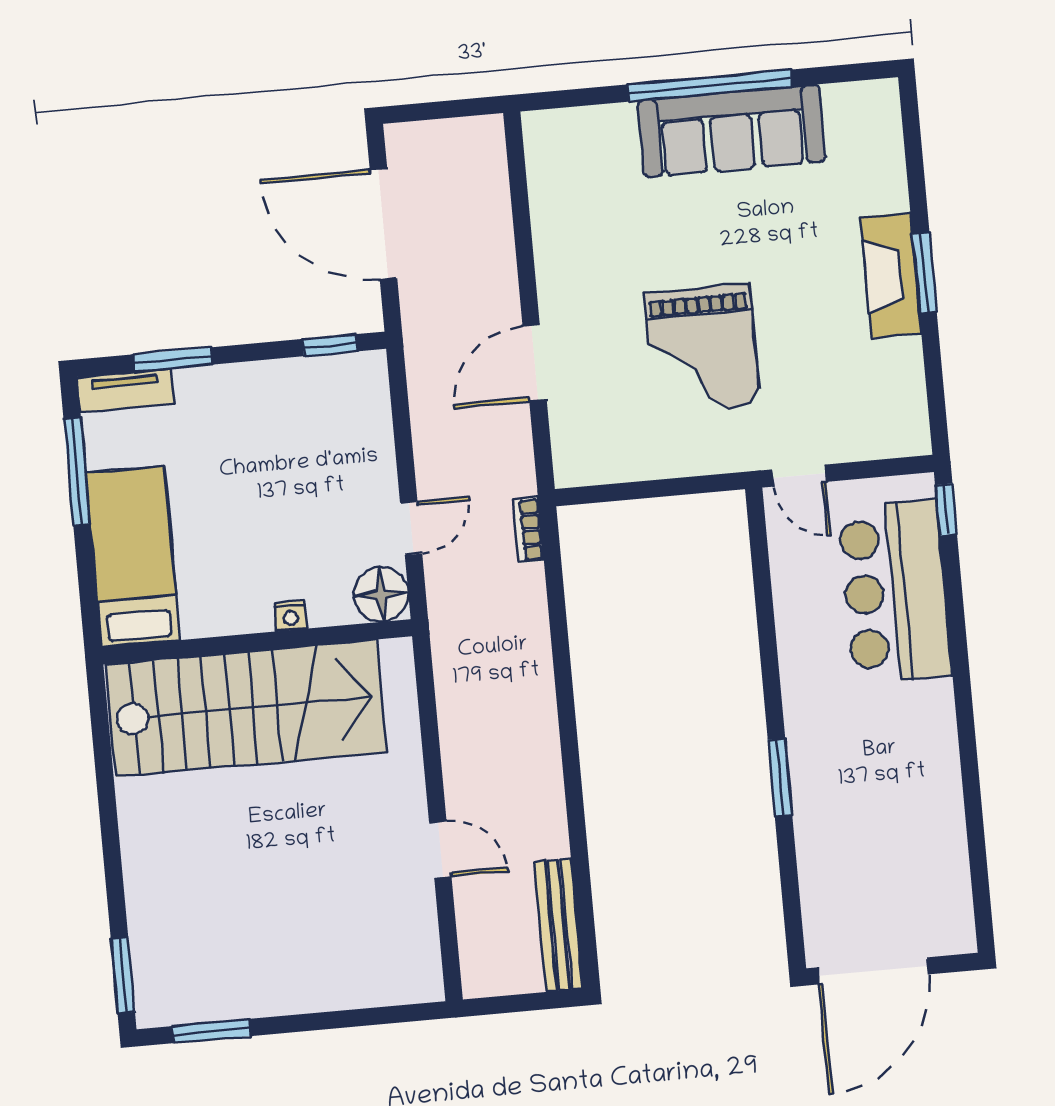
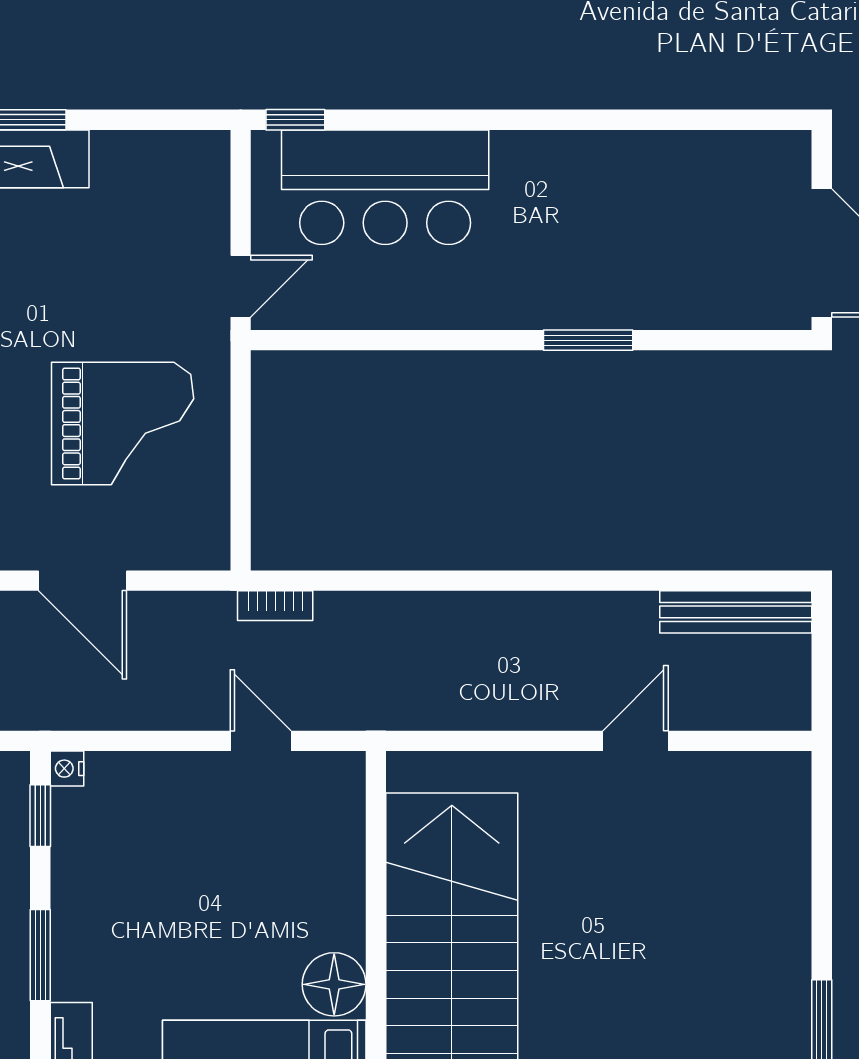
grand piano: (702, 349) -> (123, 424), moved
window: (173, 359) -> (40, 955), moved
floor lamp: (381, 594) -> (334, 984), moved
nightstand: (291, 616) -> (67, 769), moved, turned 180

